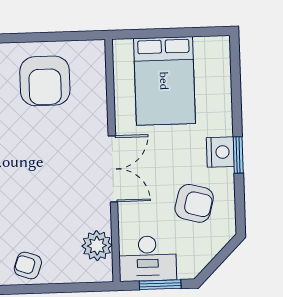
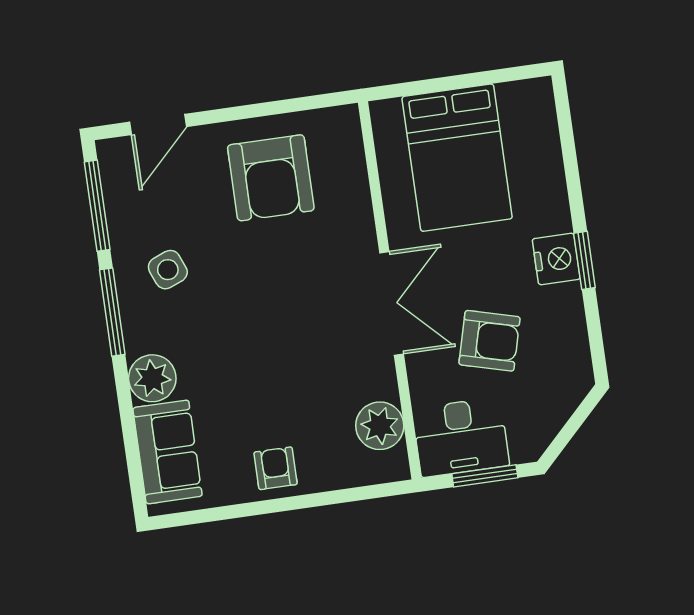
armchair: (194, 203) -> (489, 341), moved
armchair: (28, 265) -> (276, 468), turned 71

